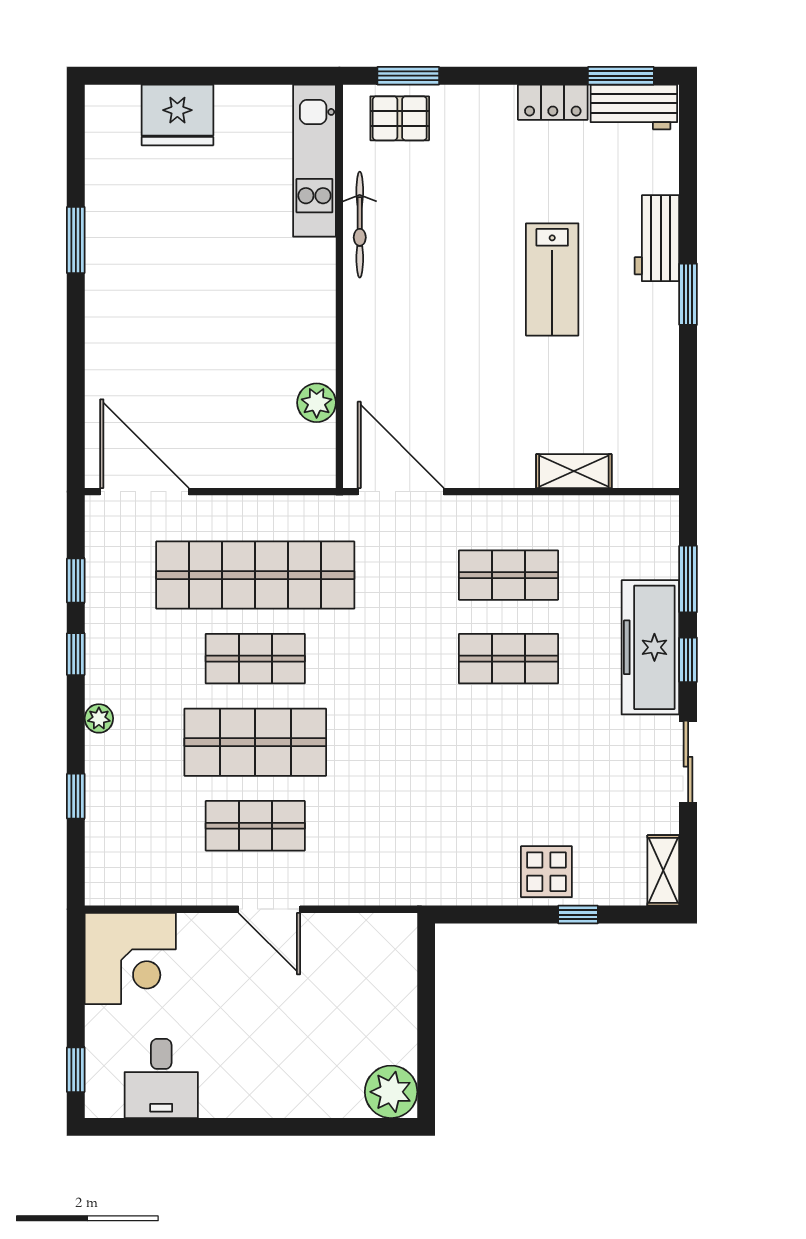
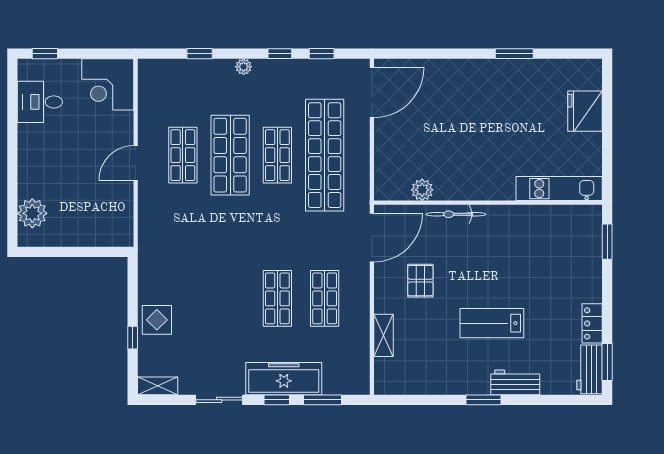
pallet: (400, 118) -> (420, 281), moved
bicycle: (360, 225) -> (456, 214), moved
plant: (391, 1092) -> (32, 213), moved

